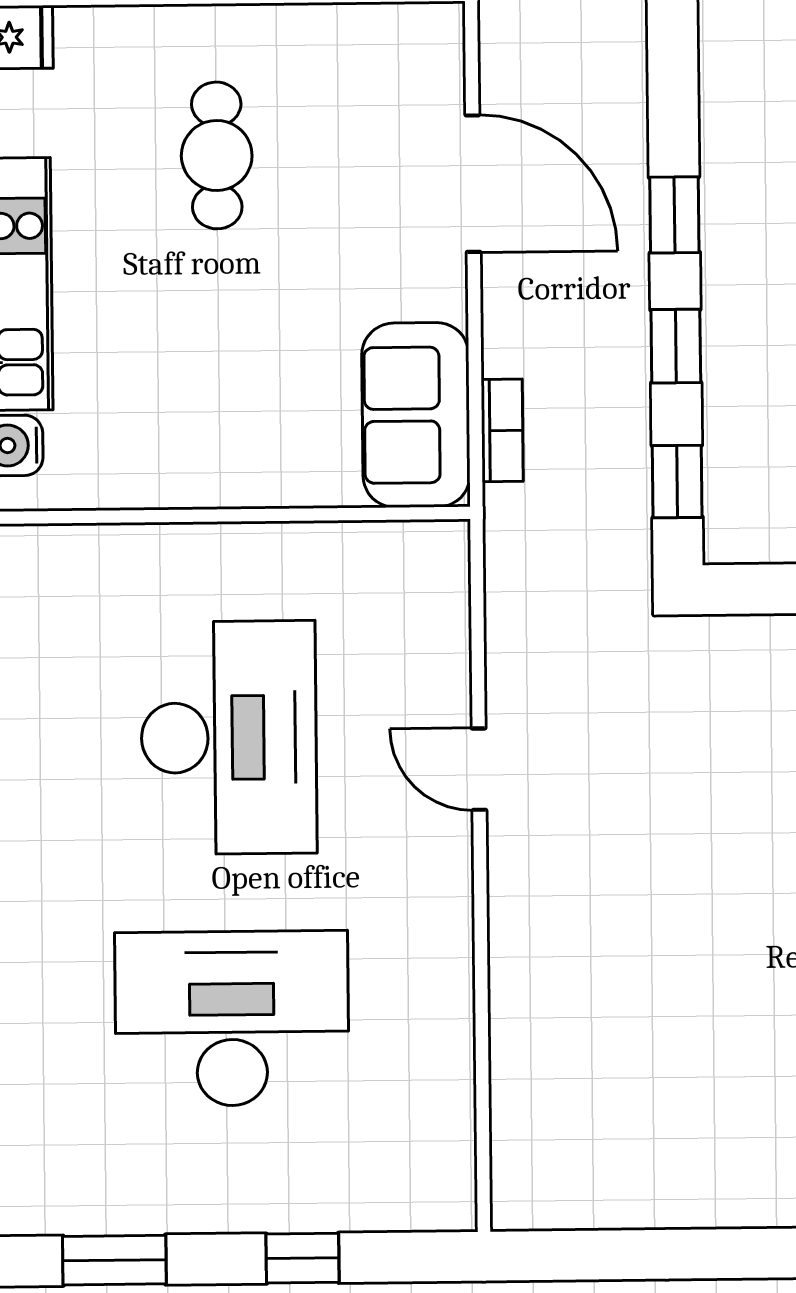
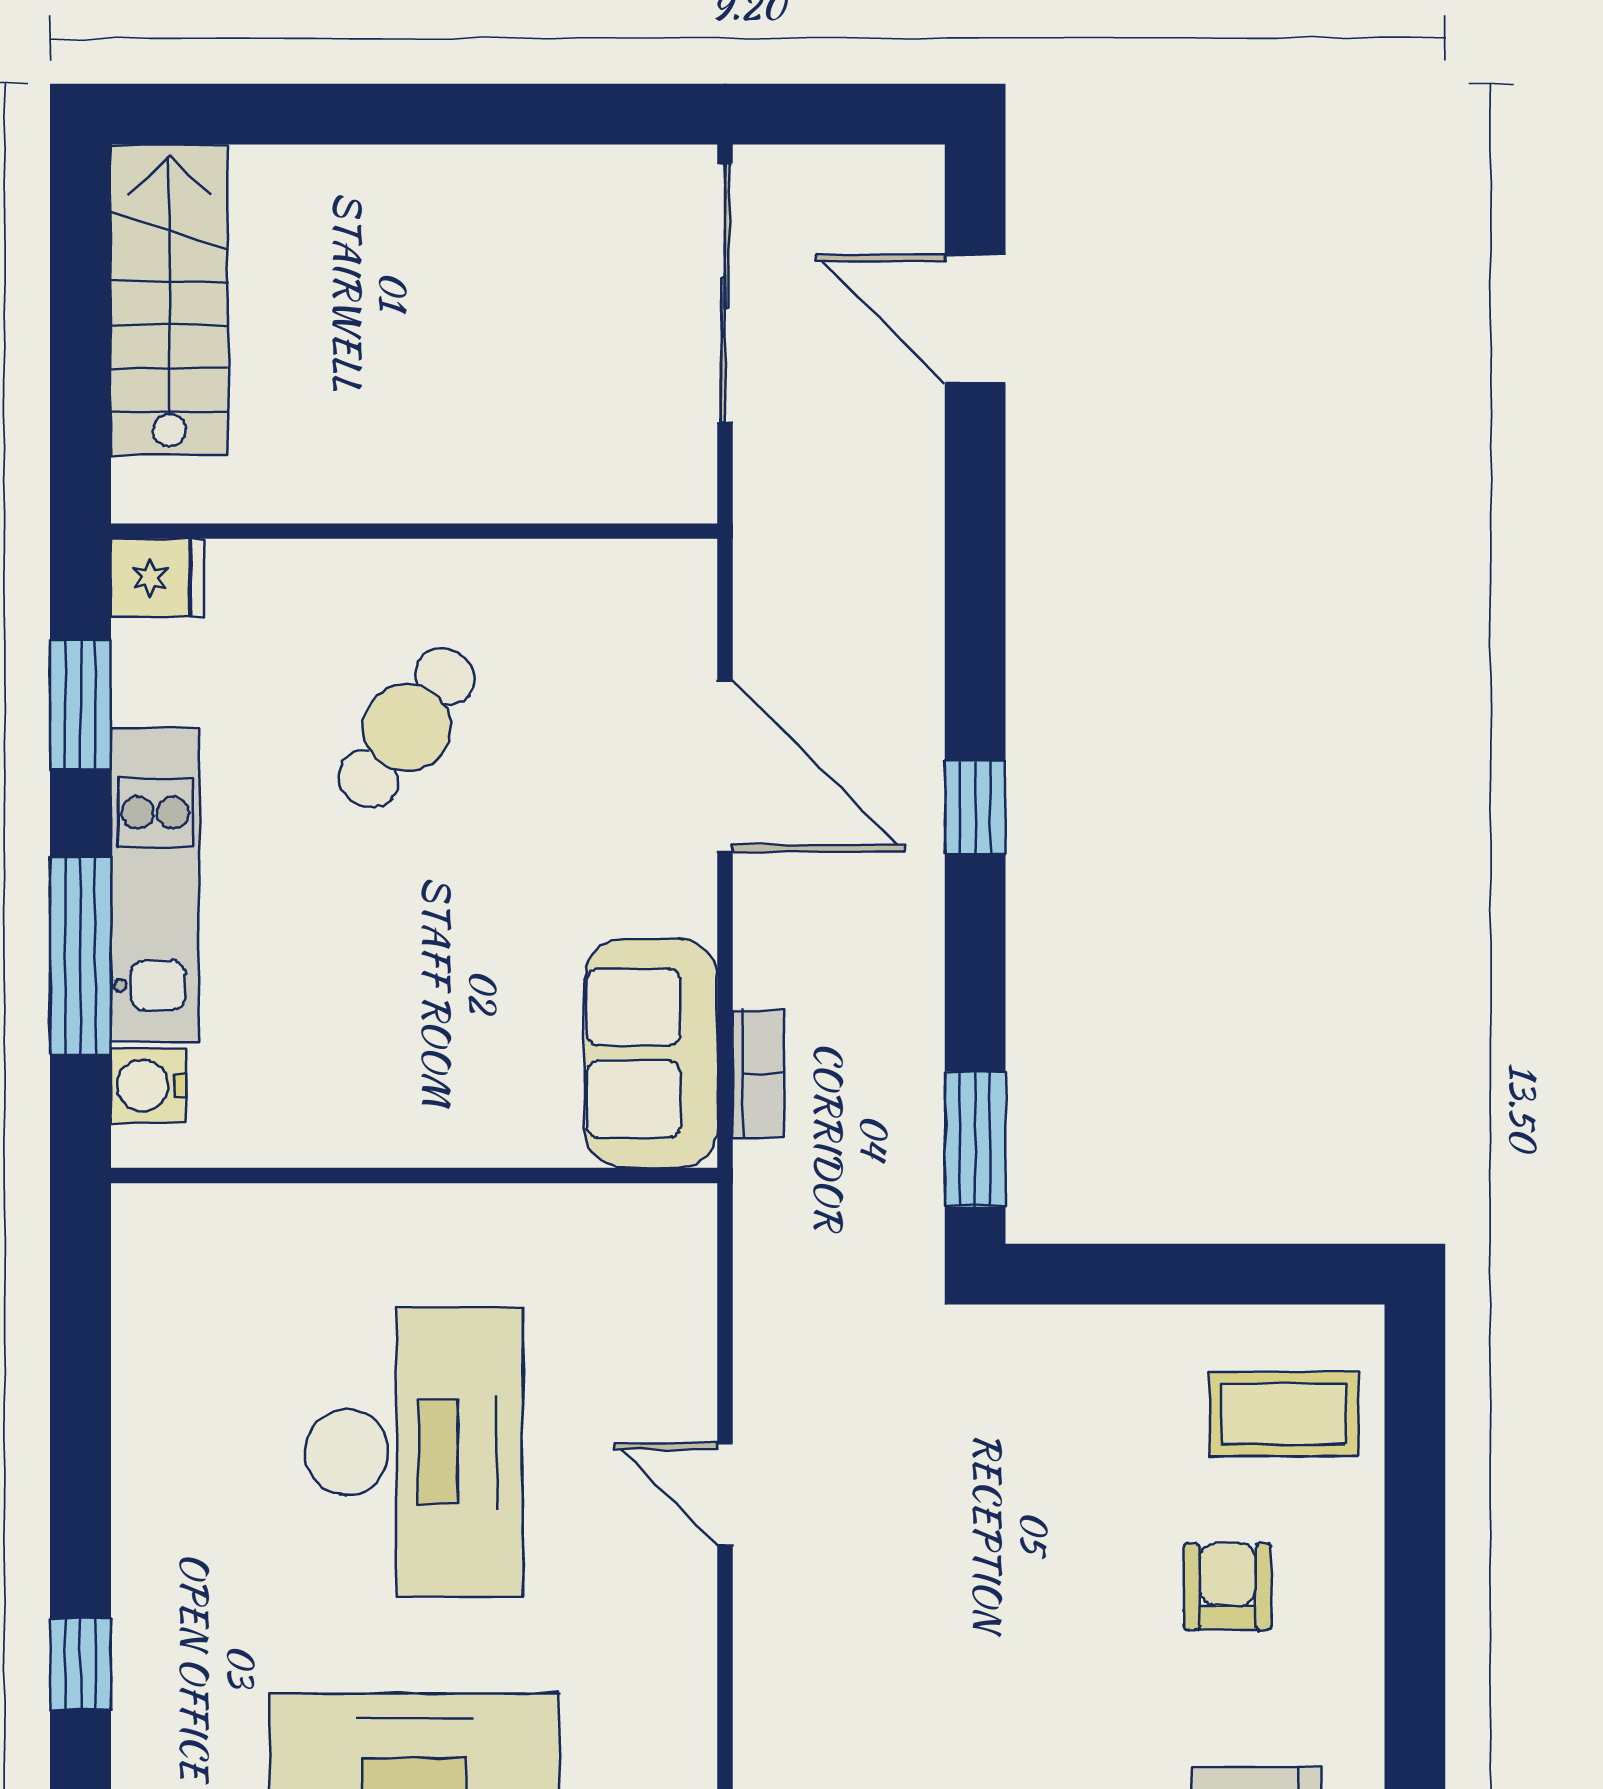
cafe table: (217, 155) -> (407, 728), turned 37
window: (676, 346) -> (975, 971), removed
window: (677, 481) -> (975, 1139), width x1.50

